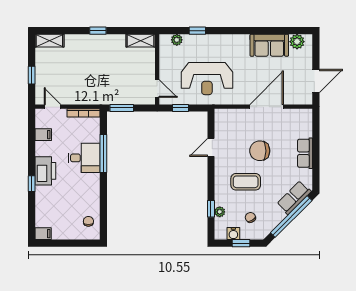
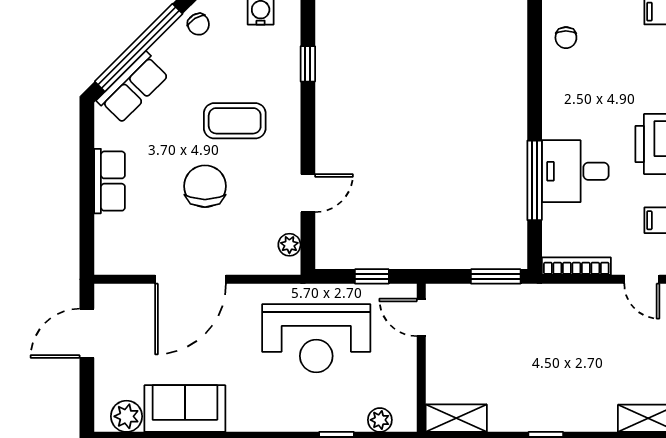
reception desk: (207, 79) -> (316, 338), turned 180
chair: (260, 151) -> (205, 186), turned -90
plant: (220, 212) -> (289, 245), moved
chair: (250, 217) -> (198, 24), moved

